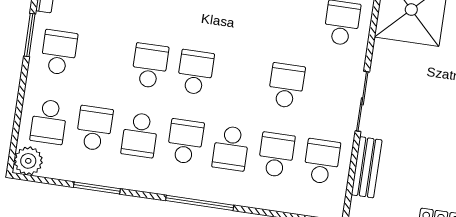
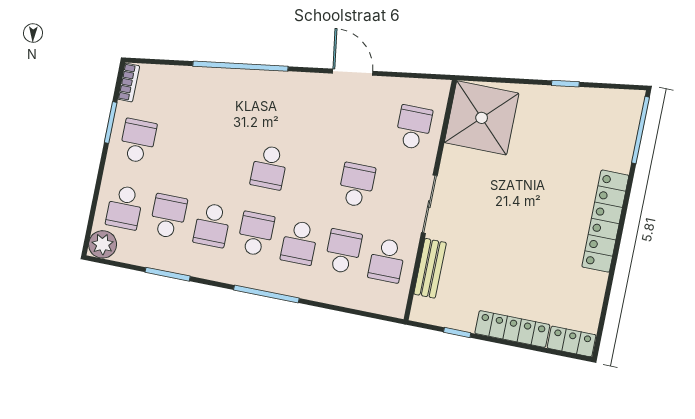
school desk: (150, 66) -> (225, 159), removed
school desk: (195, 72) -> (269, 167), turned 180
school desk: (322, 161) -> (387, 260), turned 180

